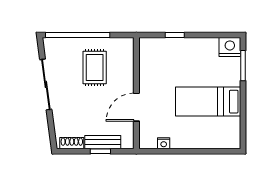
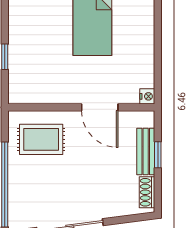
rug: (95, 67) -> (41, 139), moved
nightstand: (164, 143) -> (147, 96), moved

